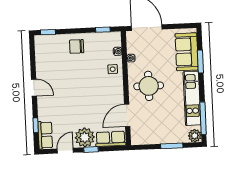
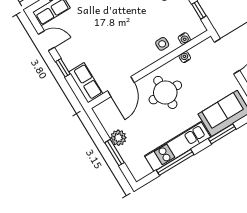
door: (127, 115) -> (121, 87), swing flipped
window: (203, 118) -> (175, 162), moved
plant: (195, 136) -> (118, 138), moved
plant: (85, 137) -> (72, 54), removed

